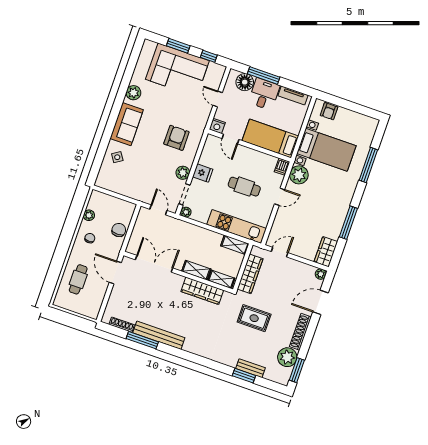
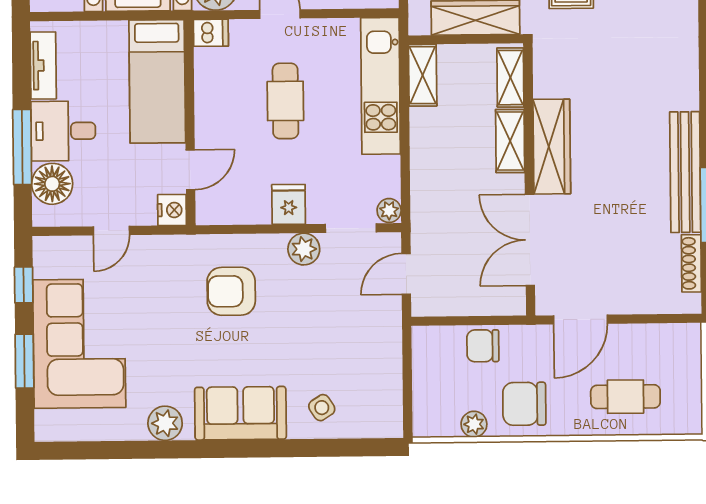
chair: (90, 238) -> (524, 404), width x1.87, depth x1.87
wardrobe: (202, 291) -> (552, 147), moved

